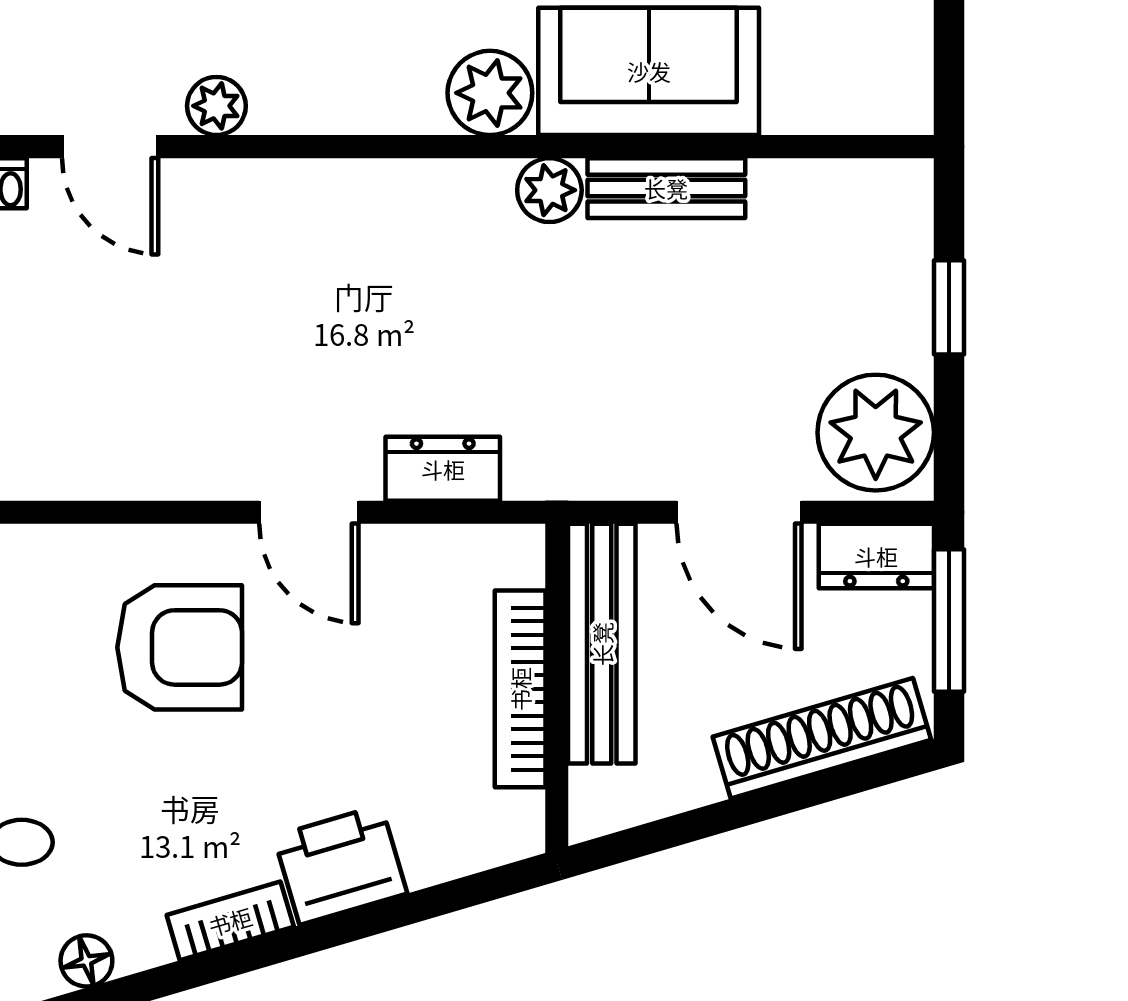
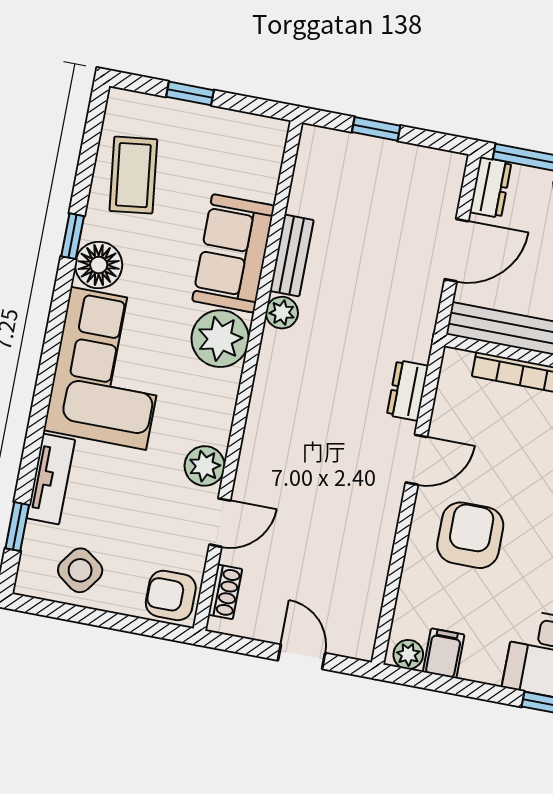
plant: (490, 93) -> (220, 339), width x1.36, depth x1.36
plant: (216, 106) -> (205, 466), width x1.38, depth x1.38
plant: (876, 433) -> (430, 176), removed

